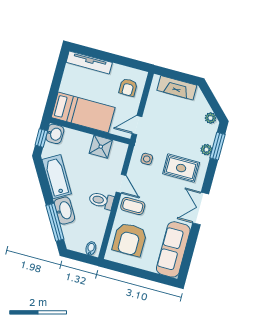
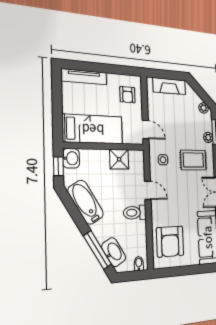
door: (137, 125) -> (146, 130), swing flipped
coffee table: (133, 206) -> (164, 209), removed
washbasin: (64, 211) -> (114, 252), moved

